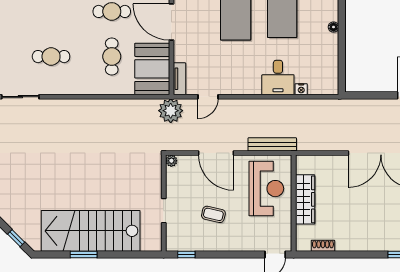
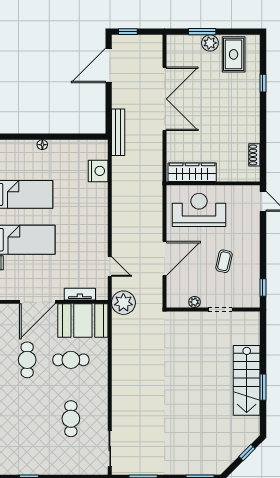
desk: (278, 77) -> (91, 199), removed
tv unit: (179, 79) -> (80, 294), moved
nightstand: (301, 89) -> (98, 171), width x1.89, depth x1.79
bench: (272, 144) -> (118, 132), moved
plant: (171, 161) -> (195, 302), moved
wardrobe: (305, 199) -> (192, 172), moved
stairs: (91, 231) -> (247, 380), width x0.73, depth x0.66

